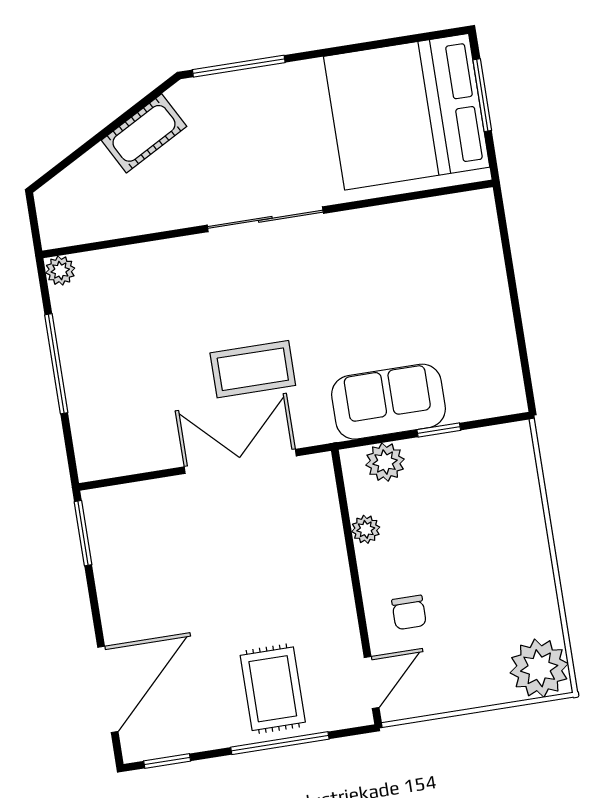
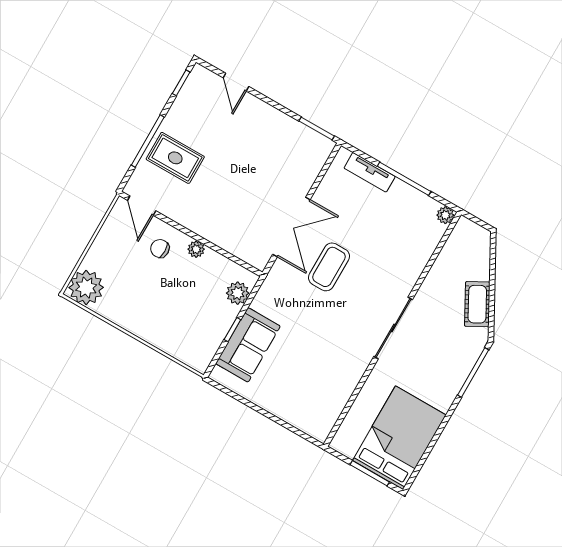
bed: (407, 112) -> (399, 438), width x0.73
sofa: (388, 402) -> (248, 345), moved
tv unit: (84, 417) -> (370, 172), added
plant: (366, 529) -> (196, 249), moved
door: (108, 689) -> (236, 82), width x0.53

